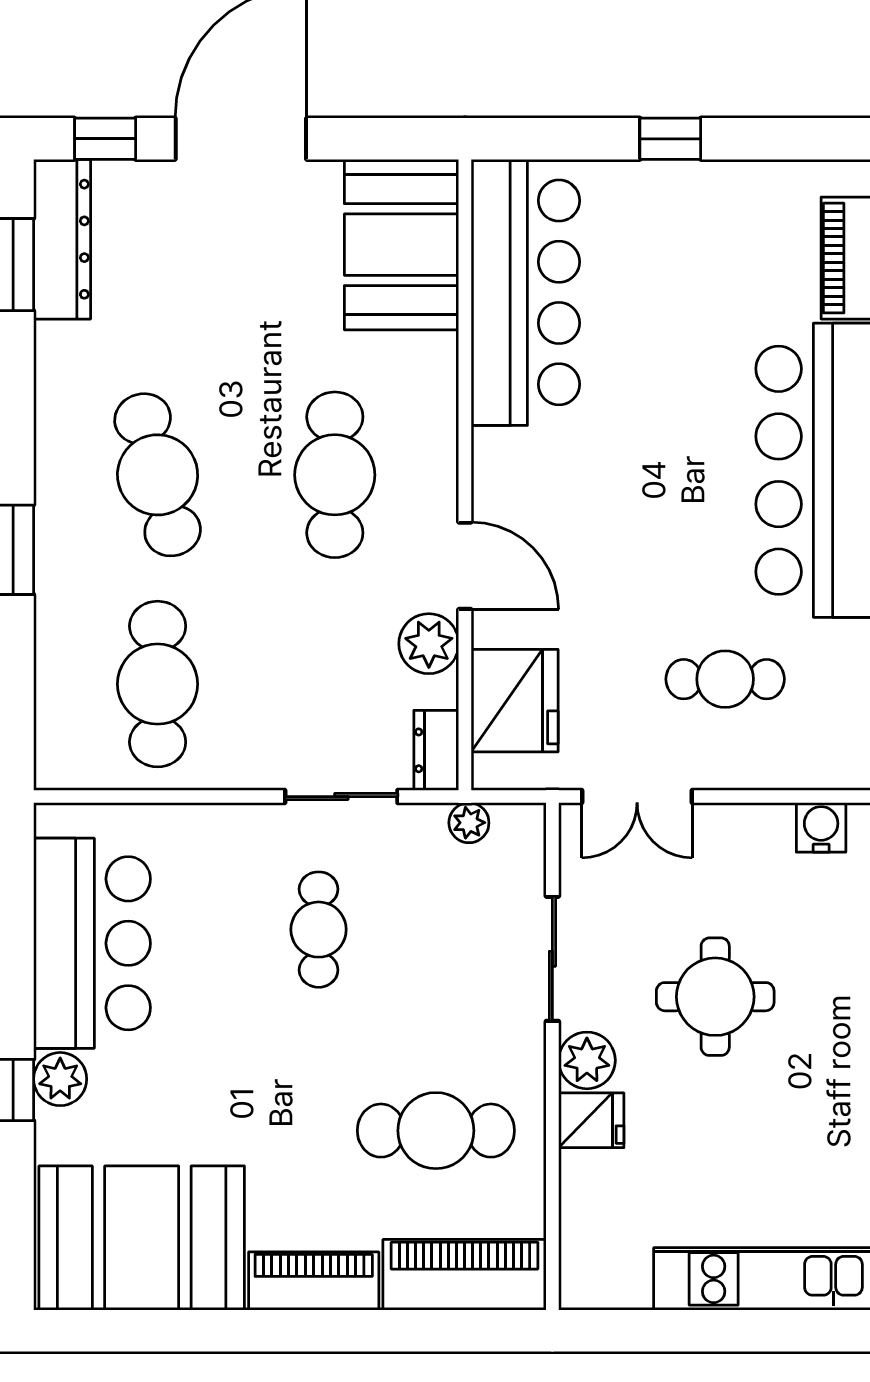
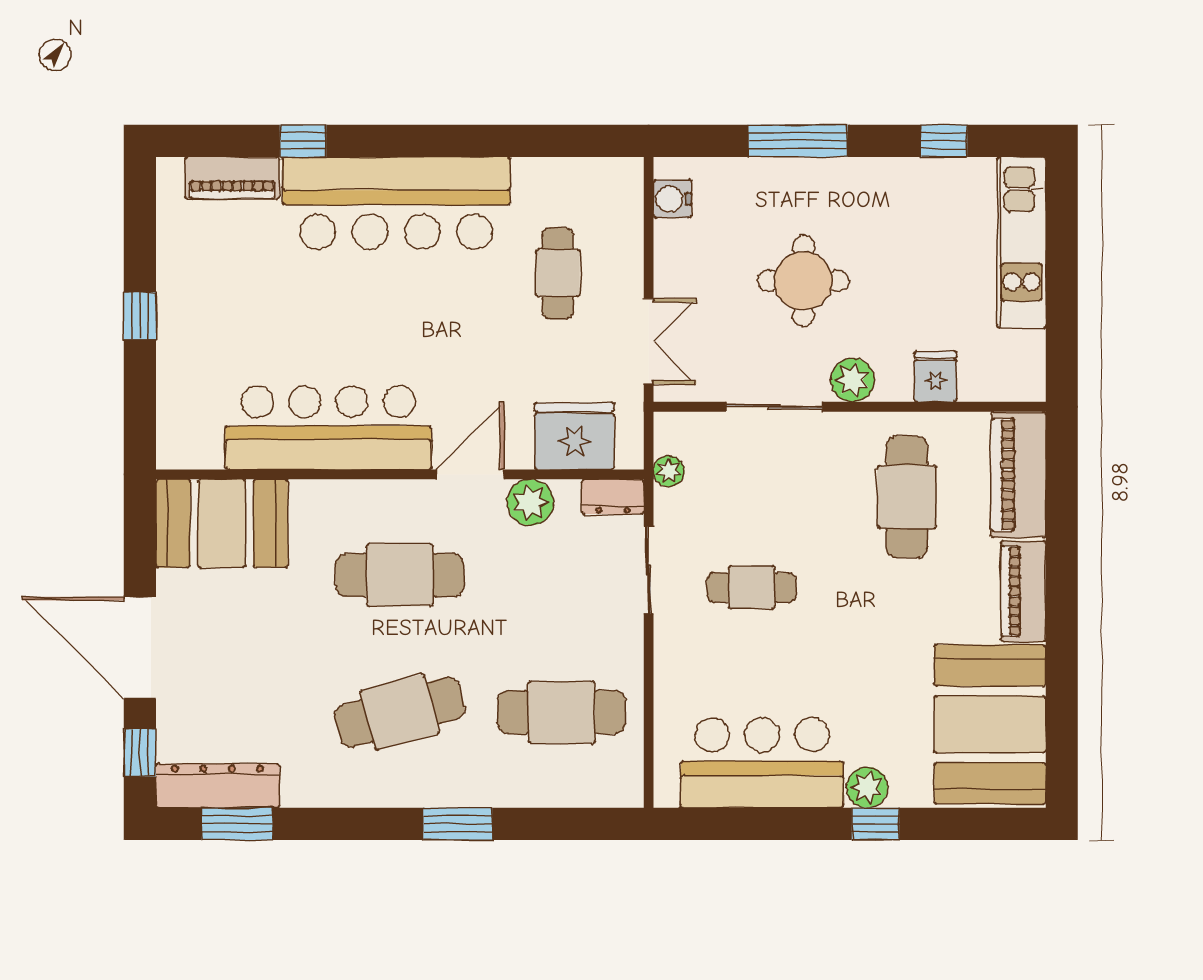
bar counter: (525, 292) -> (328, 428), moved
fridge: (591, 1120) -> (935, 377), moved

